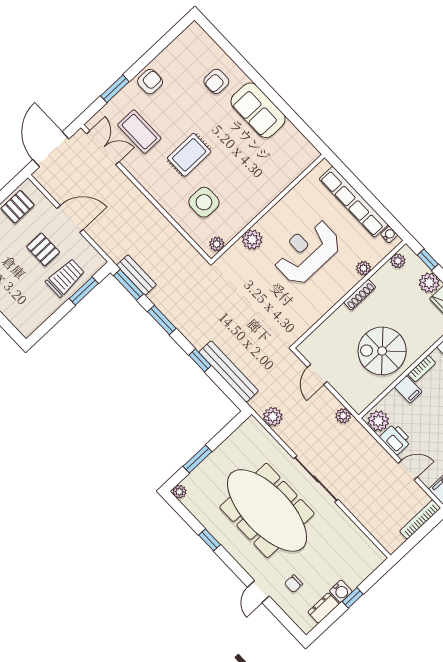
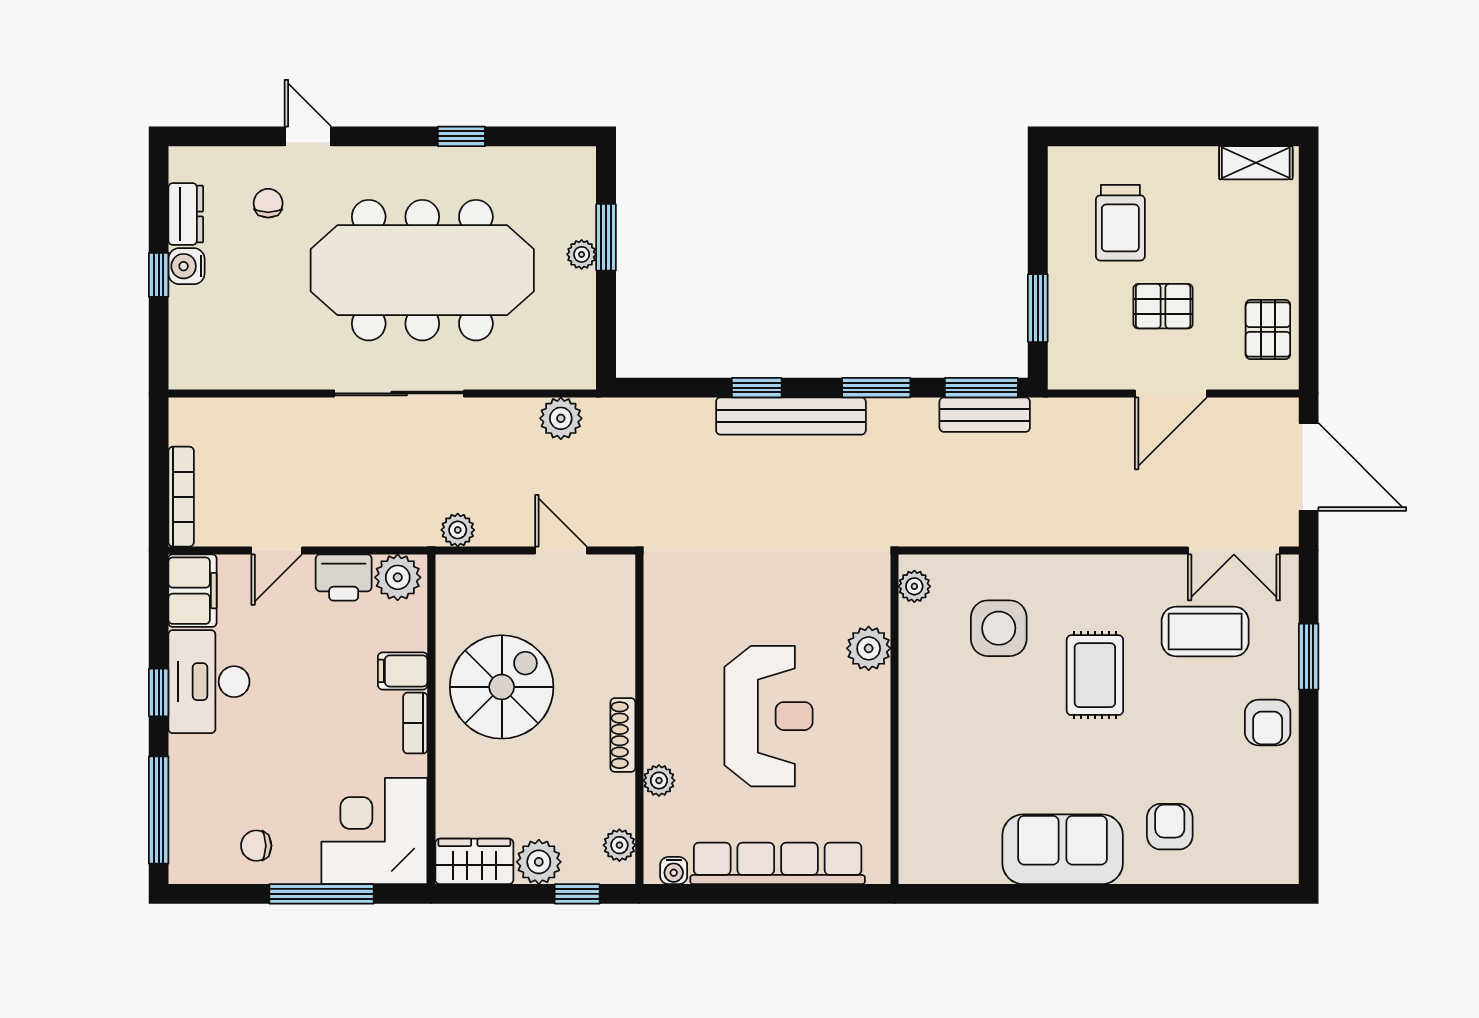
trolley: (65, 278) -> (1120, 223), moved
bench: (229, 371) -> (791, 416), moved
plant: (179, 492) -> (582, 254), moved

